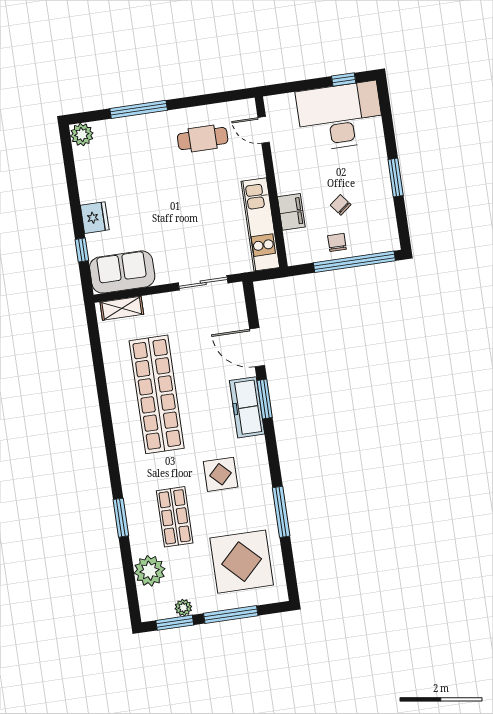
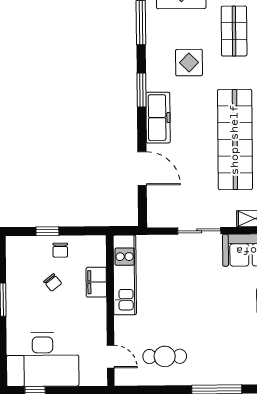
window: (354, 262) -> (47, 231), width x0.32
sliding door: (203, 283) -> (199, 231), moved
window: (265, 399) -> (141, 90), moved

